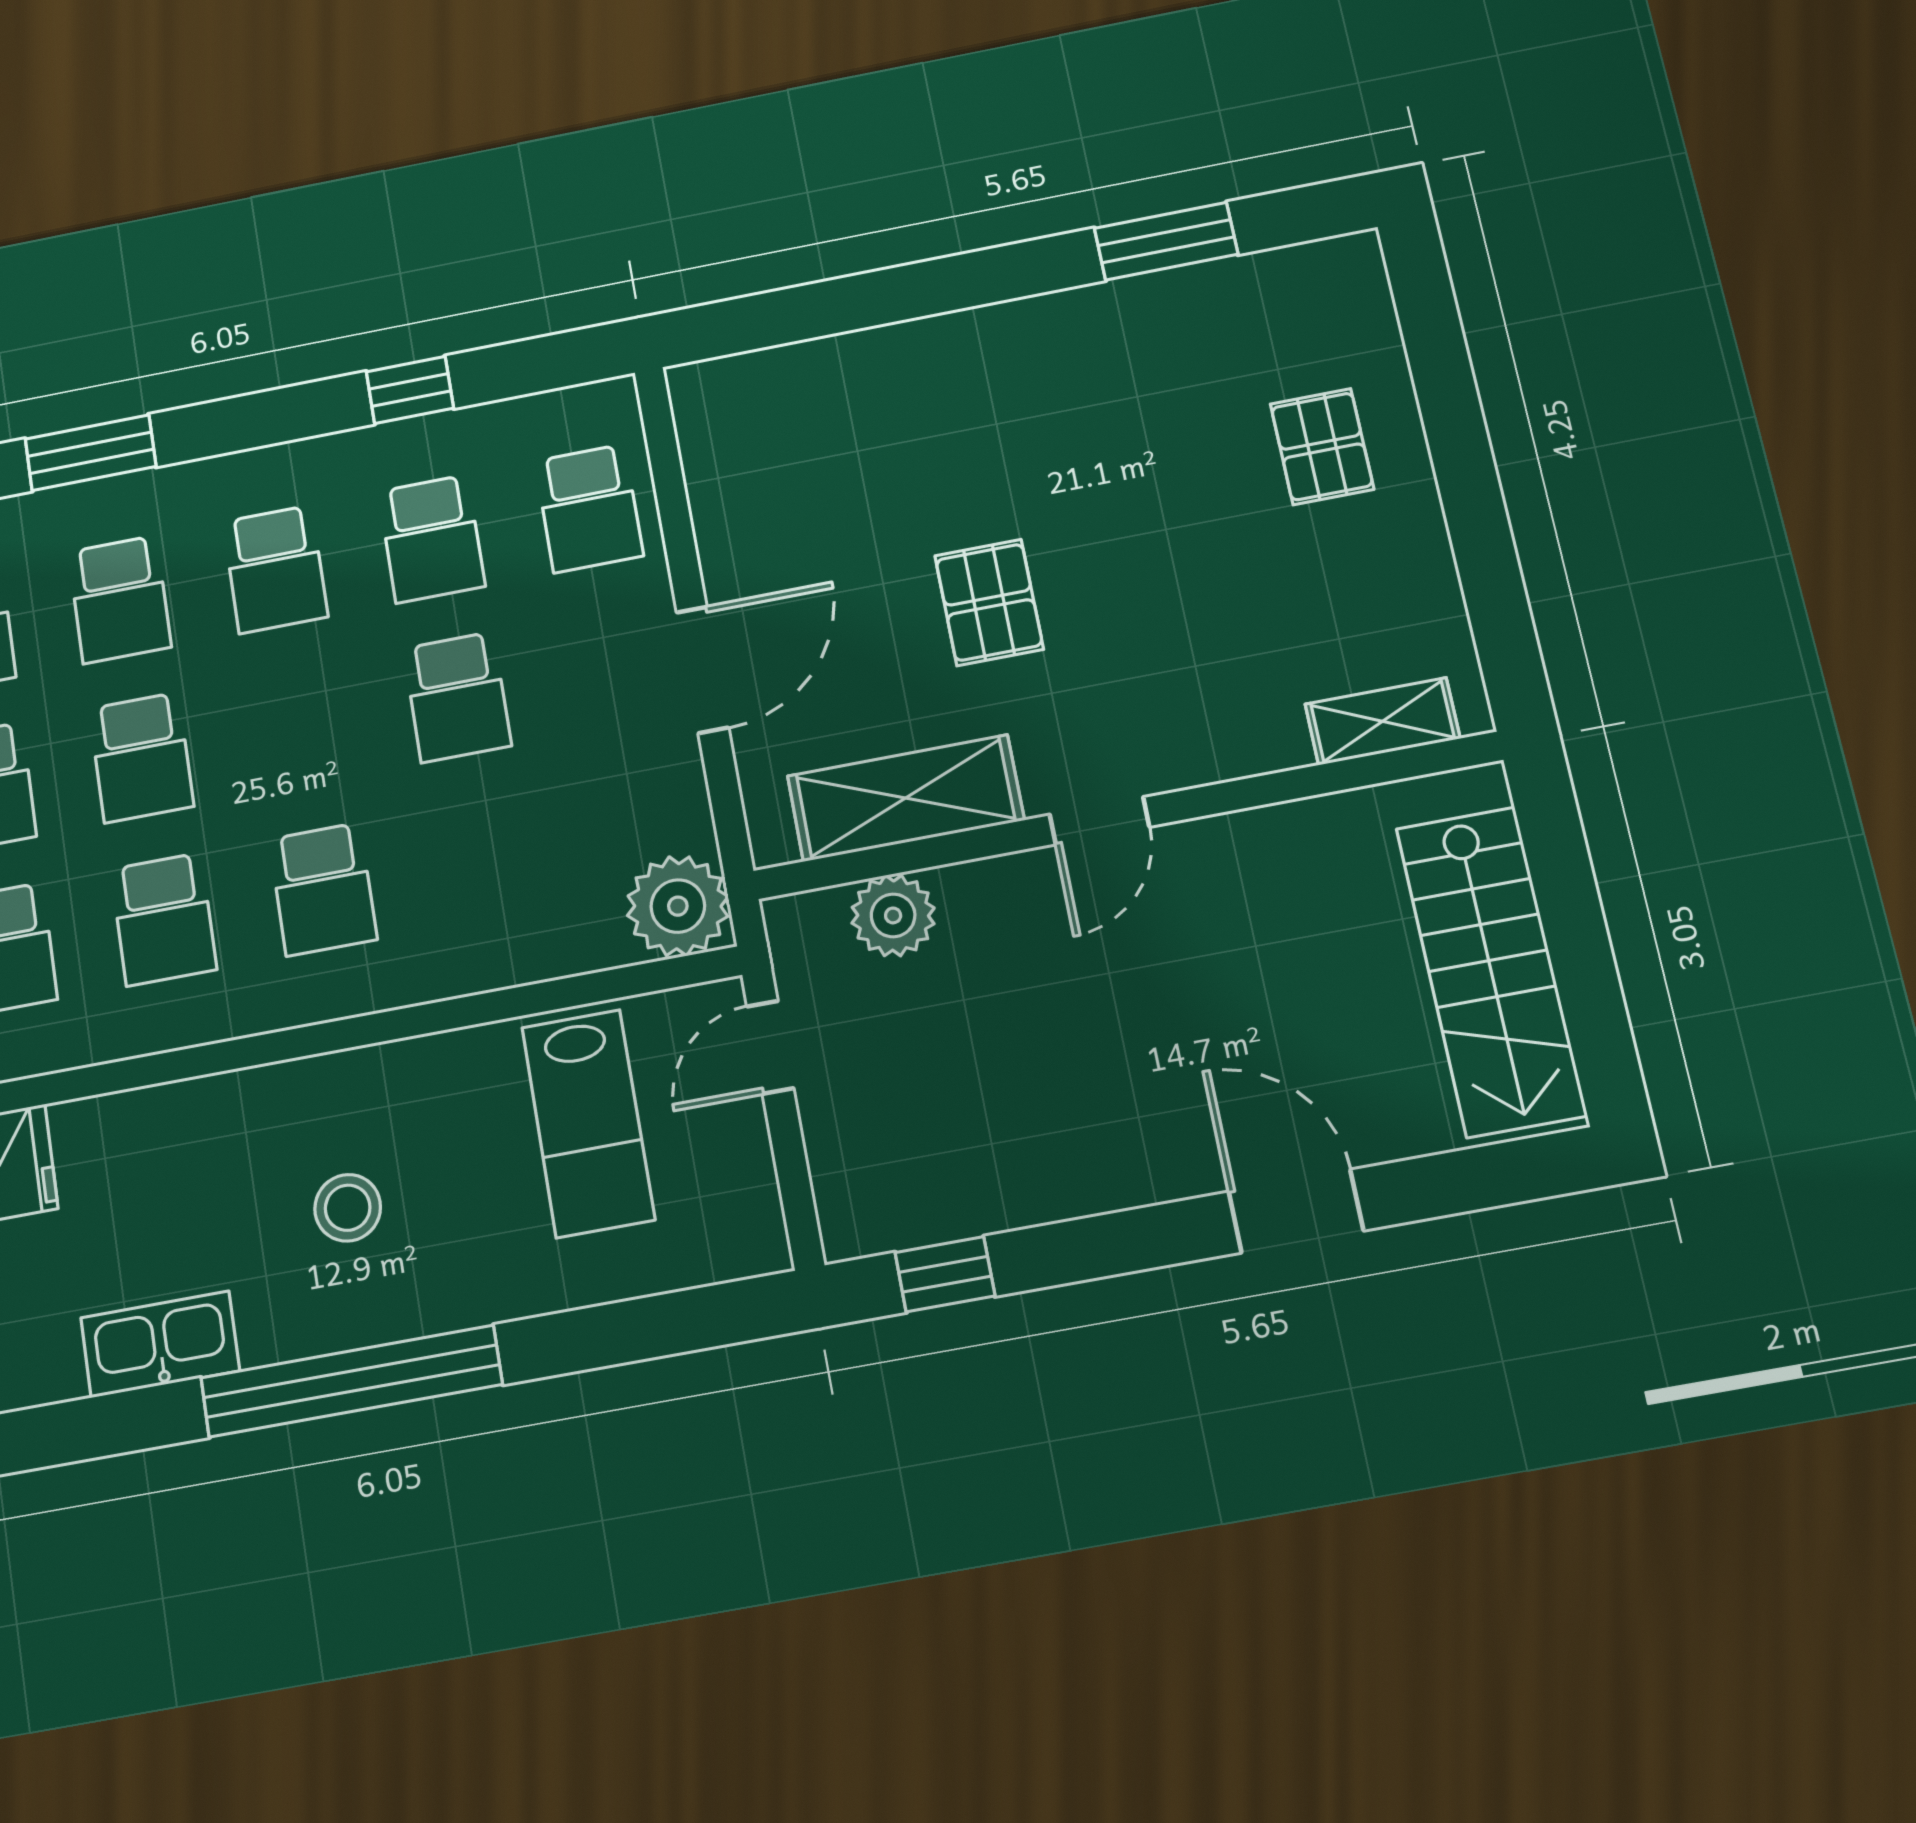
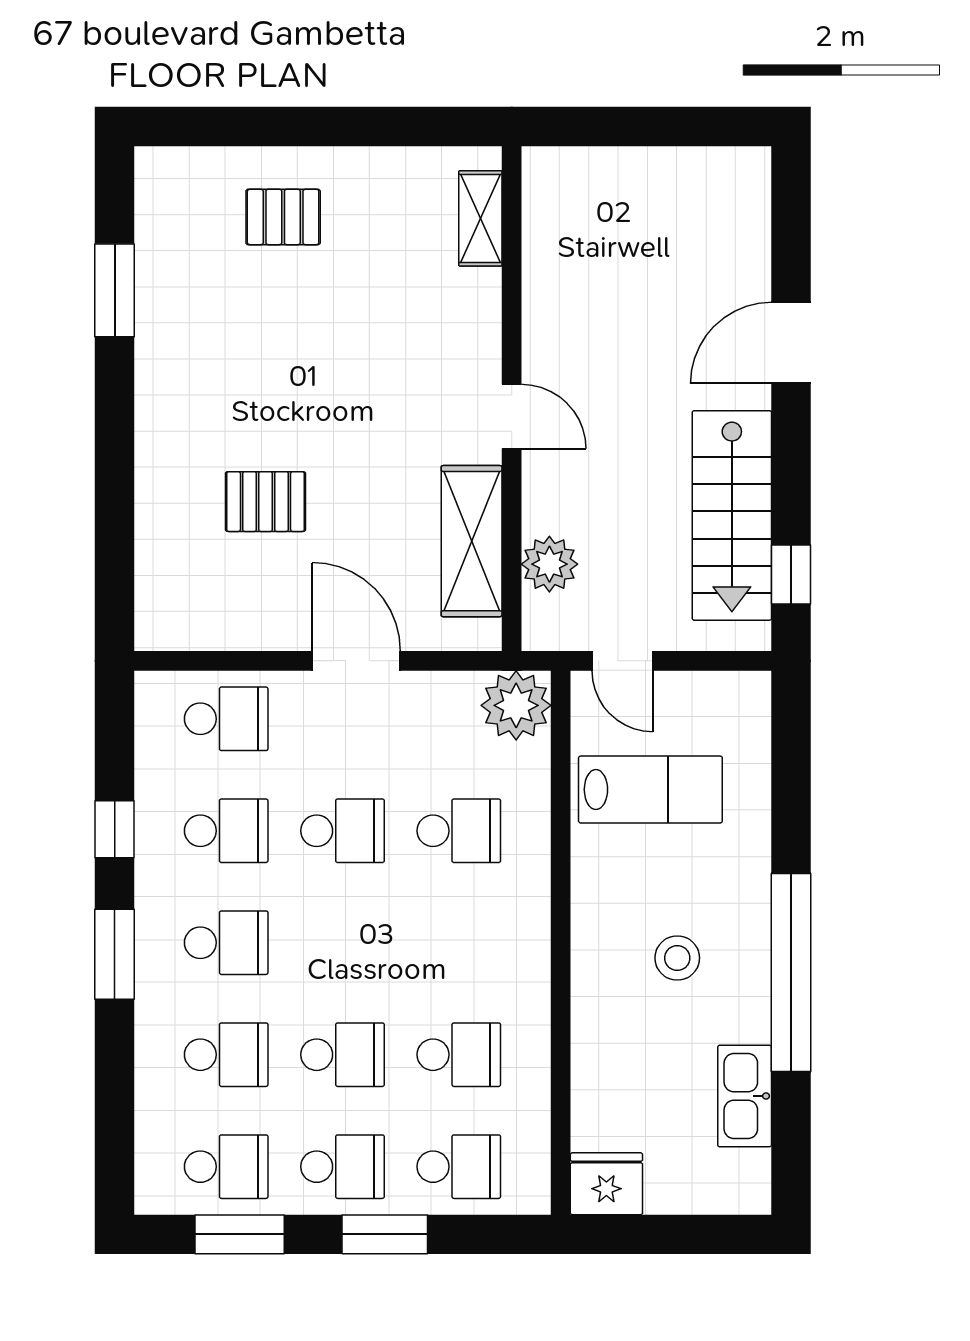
window: (90, 453) -> (115, 954), moved
pallet: (989, 602) -> (266, 502), moved
school desk: (323, 889) -> (459, 831), moved
stairs: (1491, 971) -> (732, 515), moved, turned 90

